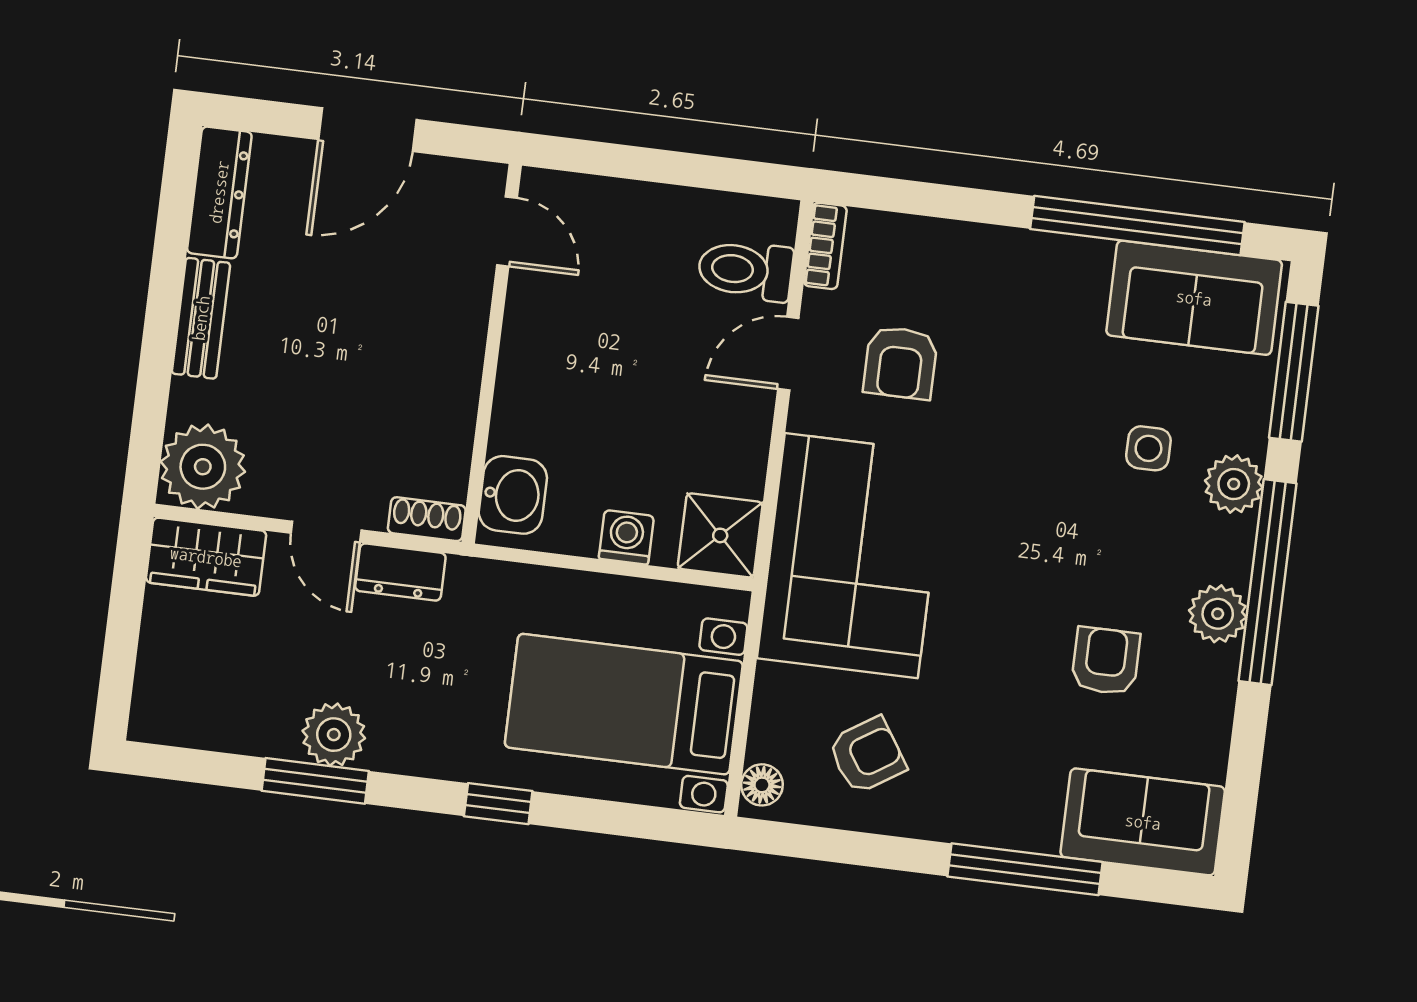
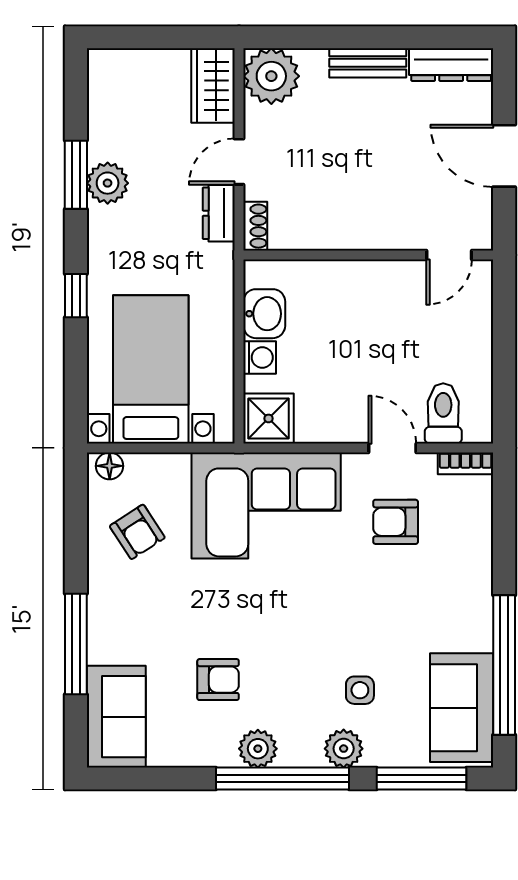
washbasin: (513, 495) -> (264, 314), moved, turned -90

